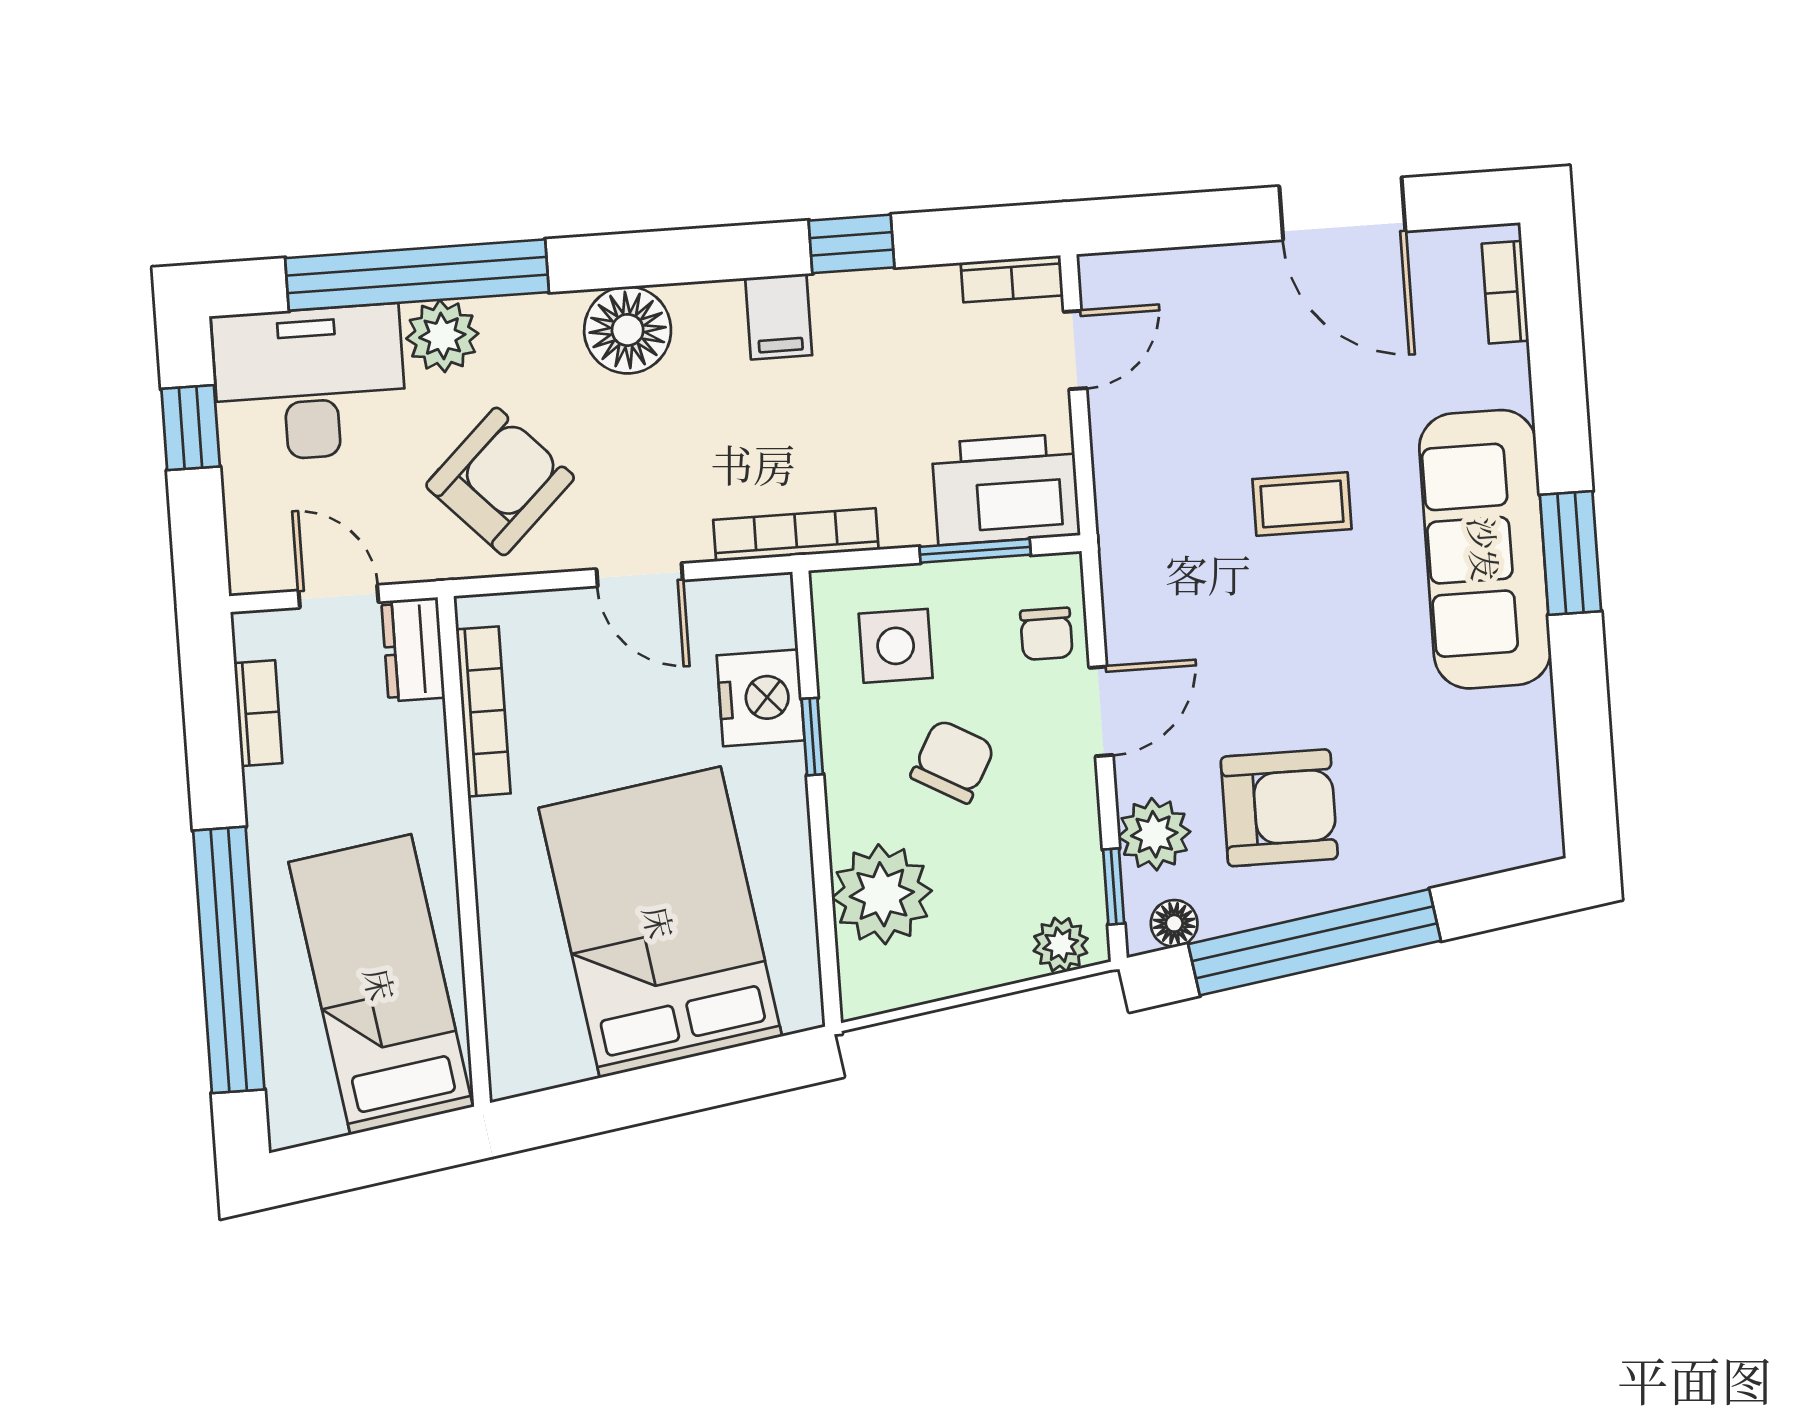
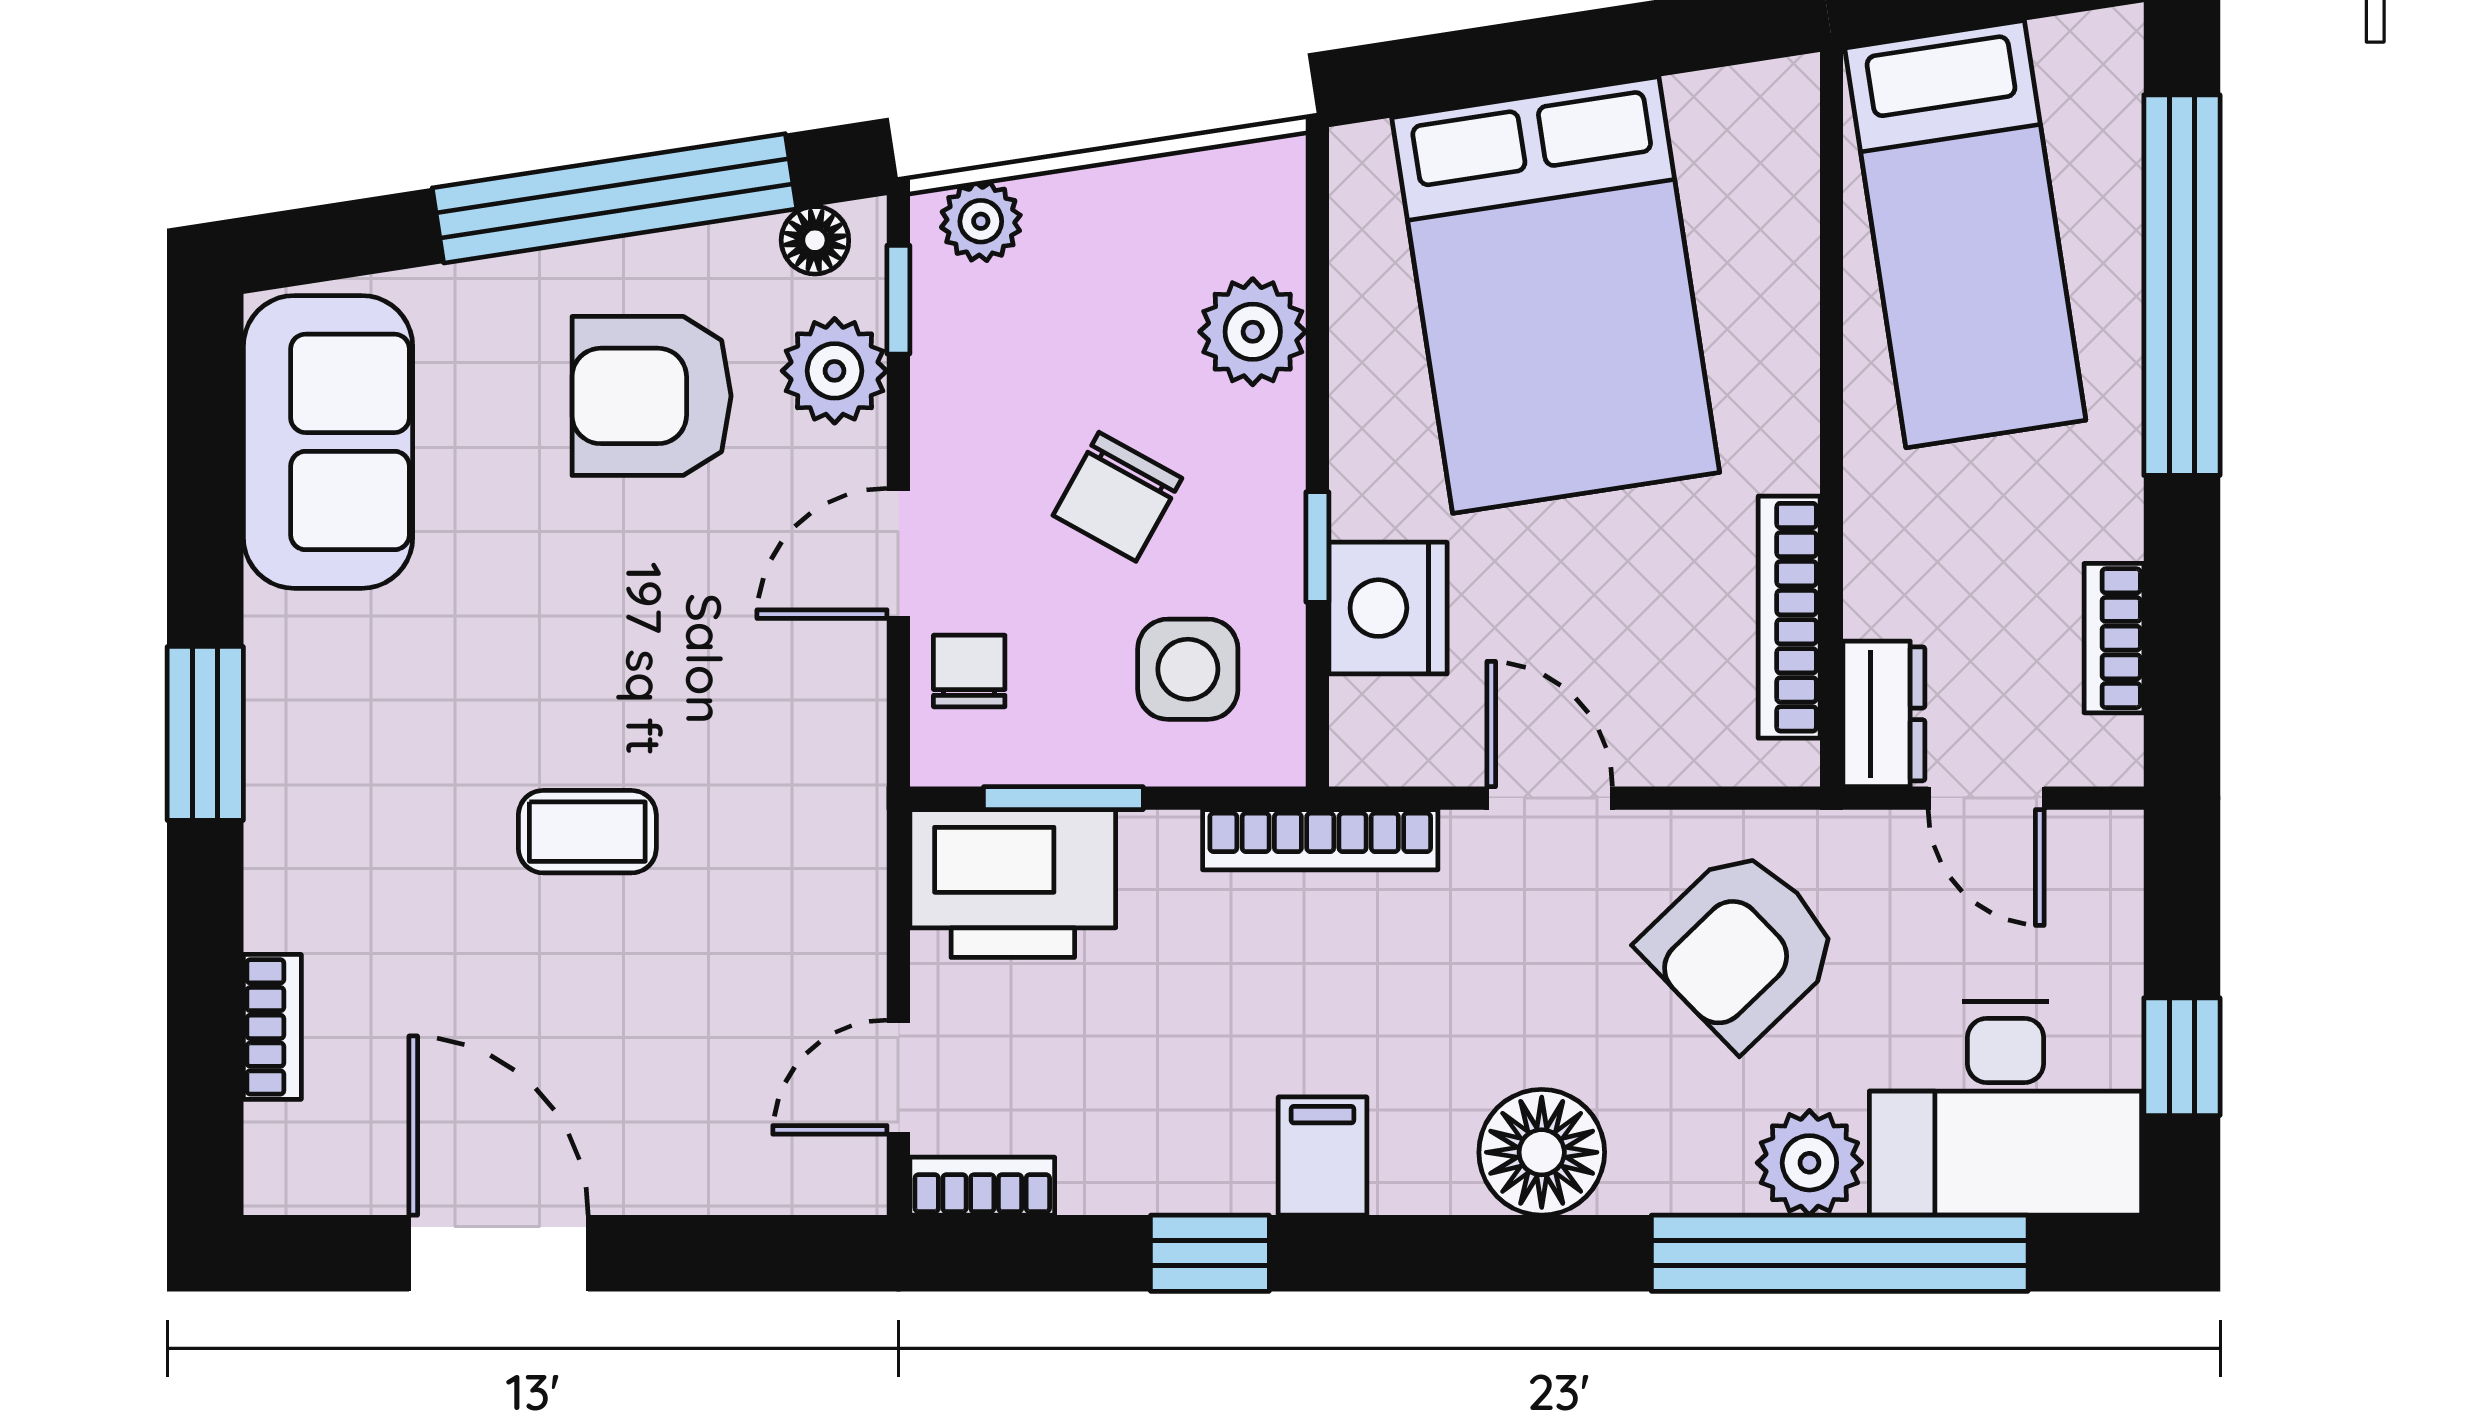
bookcase: (1505, 292) -> (272, 1027), moved
sofa: (1485, 549) -> (328, 442), moved, width x0.73
plant: (882, 894) -> (1253, 332), width x0.73, depth x0.73

